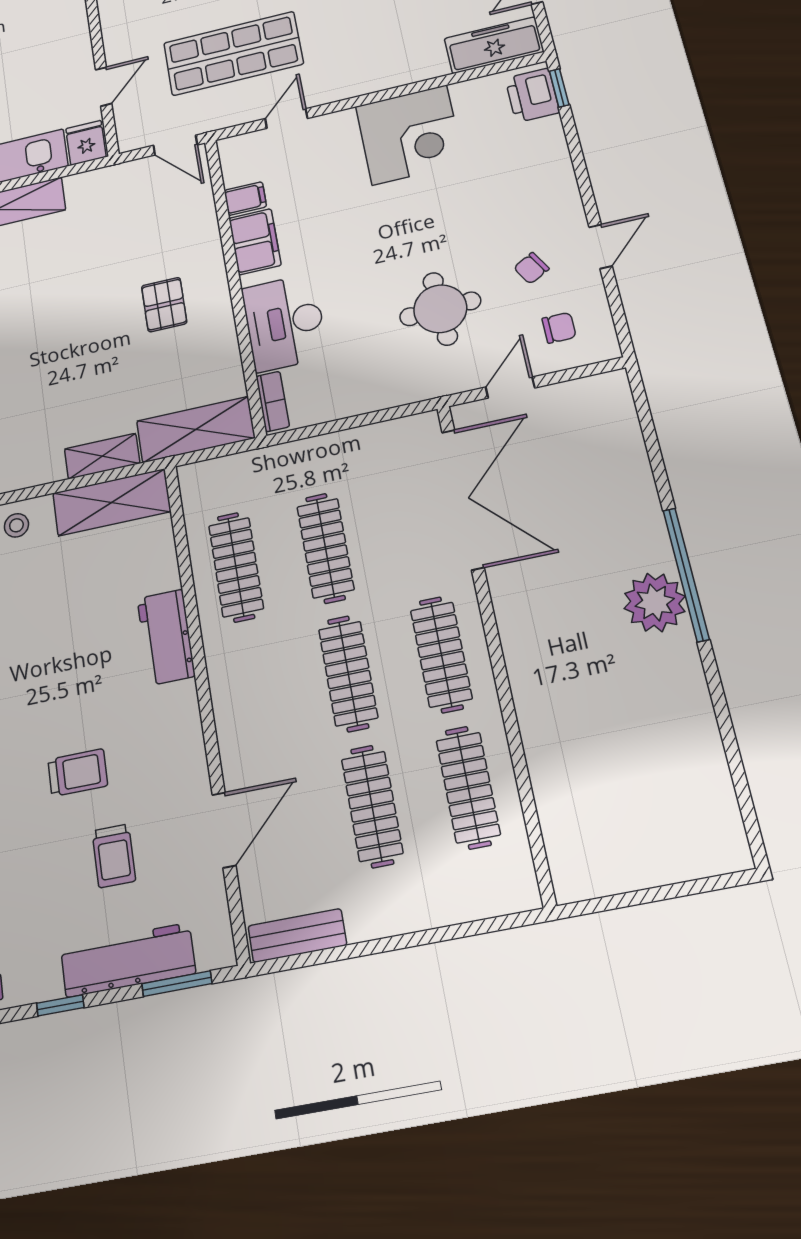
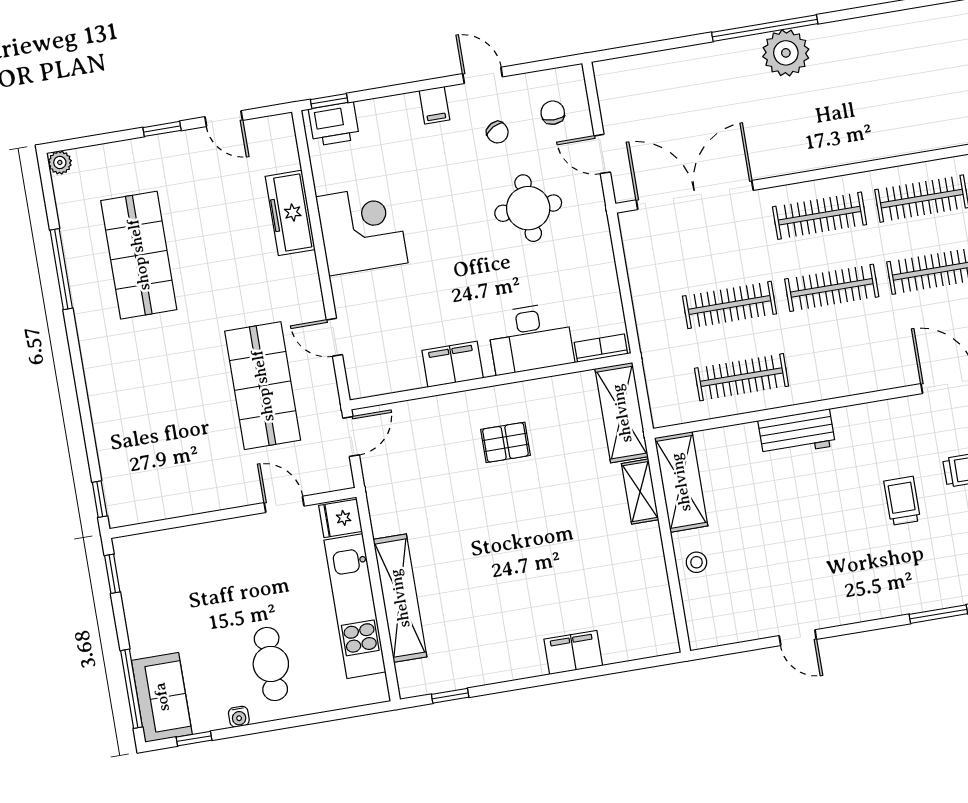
freezer: (494, 45) -> (290, 213), moved
filing cabinet: (245, 199) -> (434, 105), moved, turned 180

